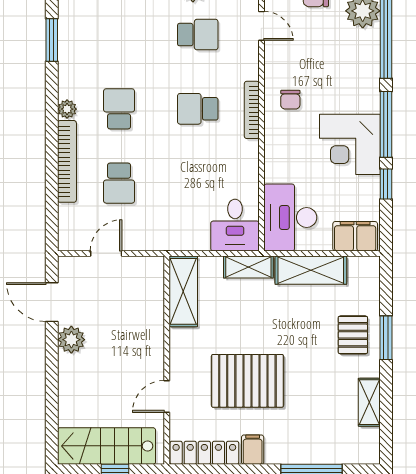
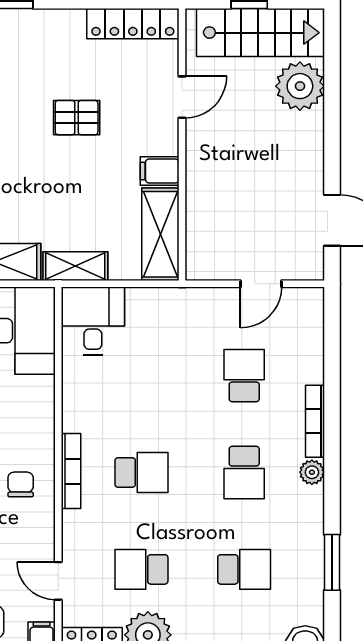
school desk: (119, 35) -> (244, 569), added
bookcase: (67, 161) -> (315, 421), width x0.68, depth x0.76
plant: (71, 340) -> (300, 86), moved, width x1.36, depth x1.36
pallet: (247, 381) -> (77, 118), width x0.49, depth x0.50
filing cabinet: (253, 450) -> (160, 171), moved, turned 90

